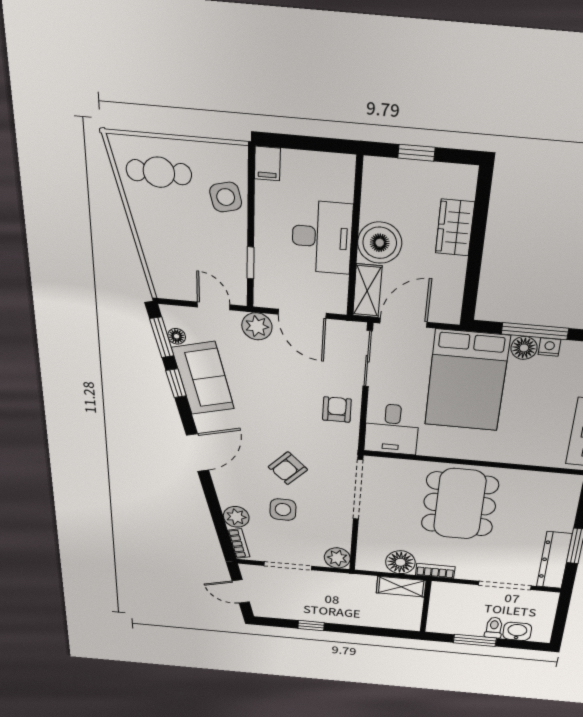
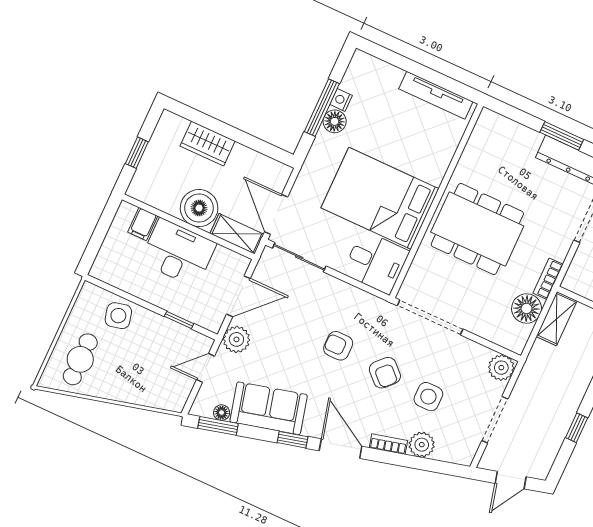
filing cabinet: (267, 164) -> (143, 224), moved, turned 90
bed: (467, 381) -> (380, 198), moved, turned 180
window: (176, 383) -> (293, 440), moved
armchair: (337, 410) -> (338, 346), moved
bookcase: (239, 544) -> (388, 444), moved

